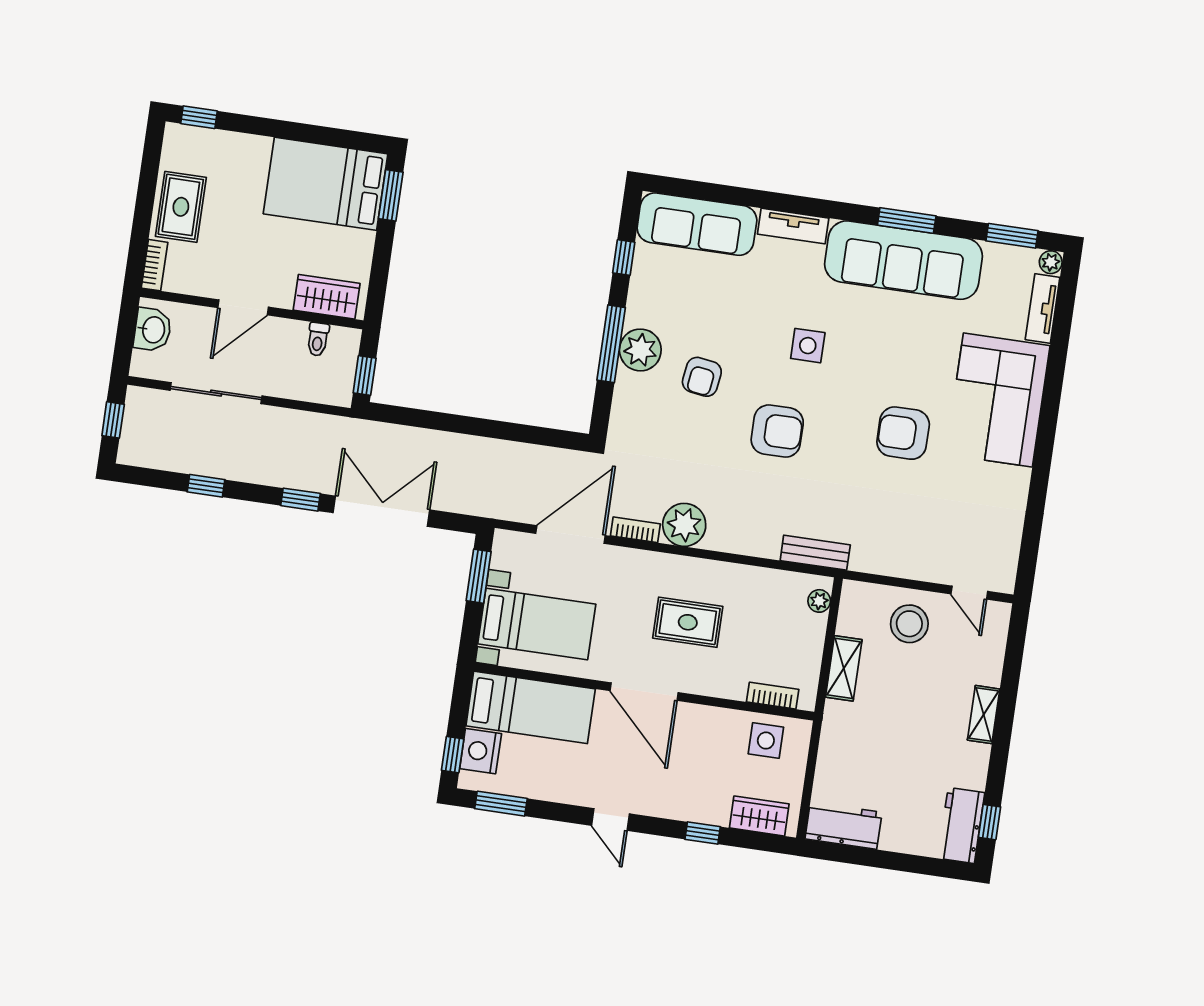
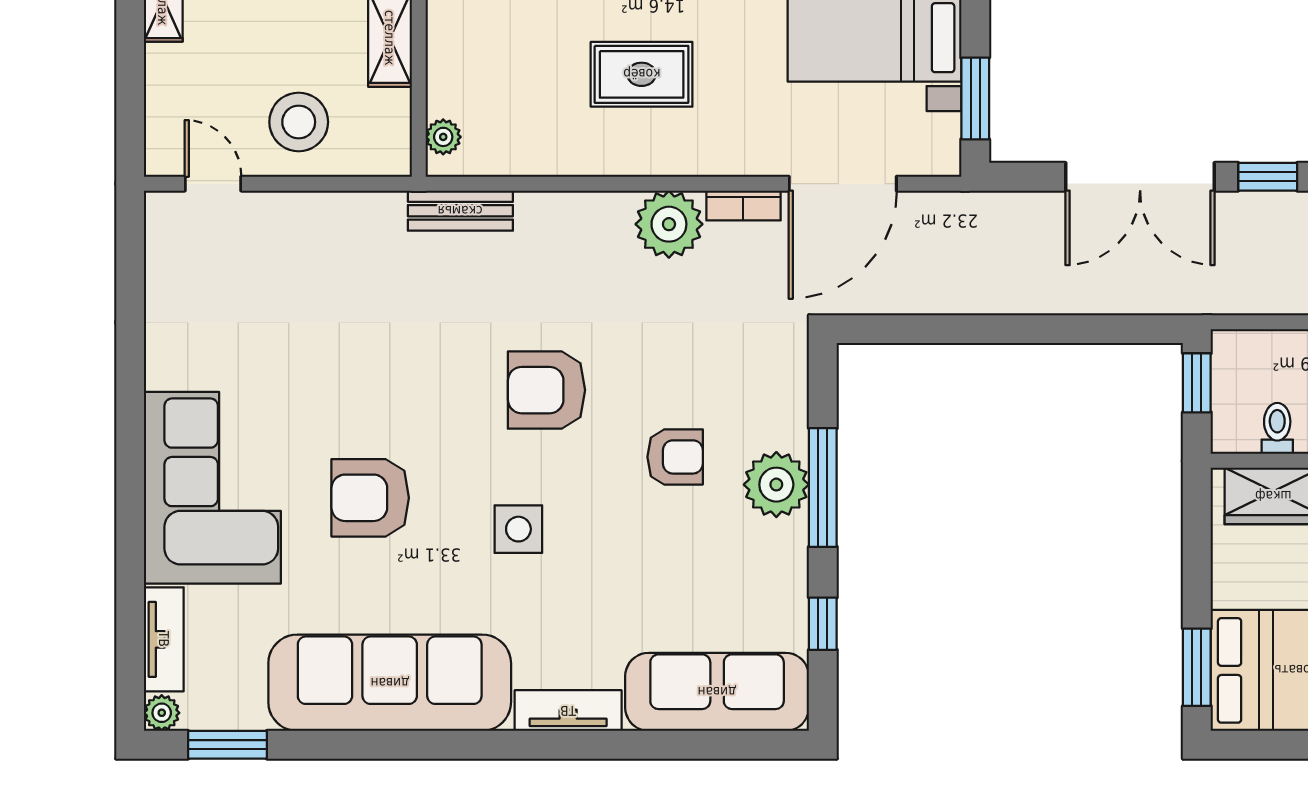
window: (907, 220) -> (394, 745), removed
armchair: (702, 377) -> (675, 457), turned 82
armchair: (903, 433) -> (370, 498), moved, turned 180

